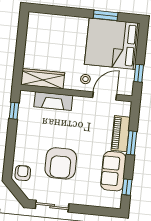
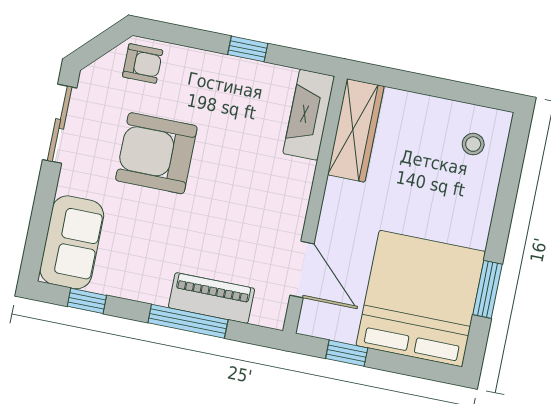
stool: (85, 79) -> (473, 144), moved
fireplace: (53, 101) -> (309, 115), moved
window: (14, 111) -> (248, 49), moved
window: (132, 143) -> (188, 321), width x1.44
sofa: (113, 171) -> (72, 242), moved, turned 90

